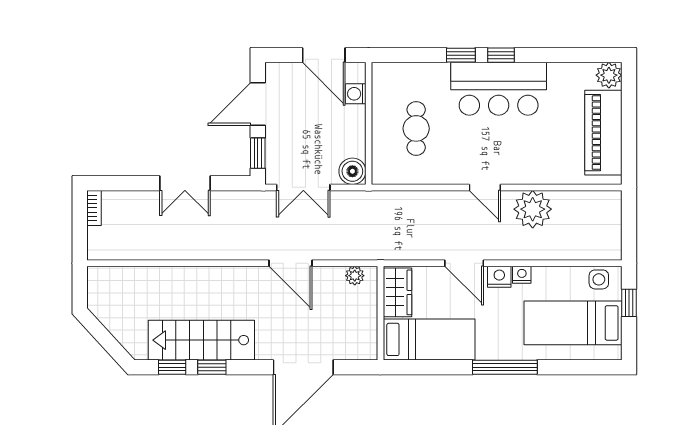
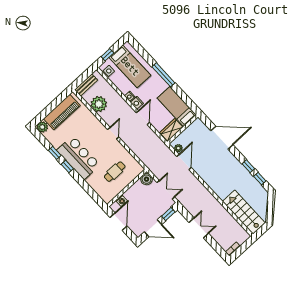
window: (461, 55) -> (55, 153), moved
plant: (533, 209) -> (99, 104), moved
bench: (611, 218) -> (86, 85), added
door: (291, 263) -> (184, 162), moved
stairs: (201, 340) -> (244, 212), moved, turned 180

